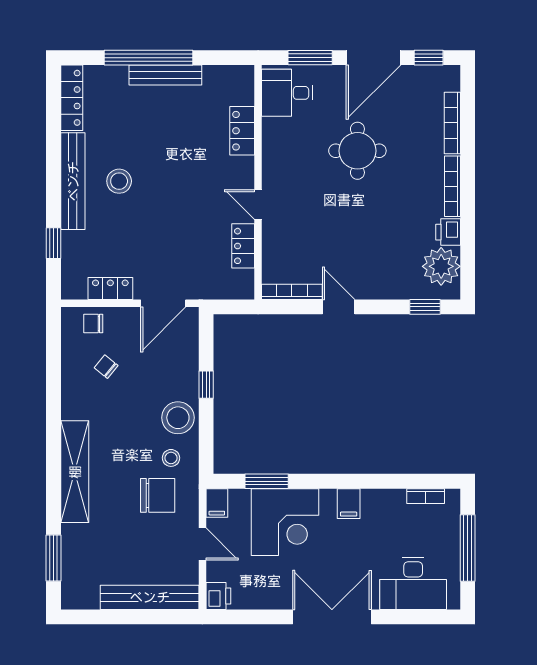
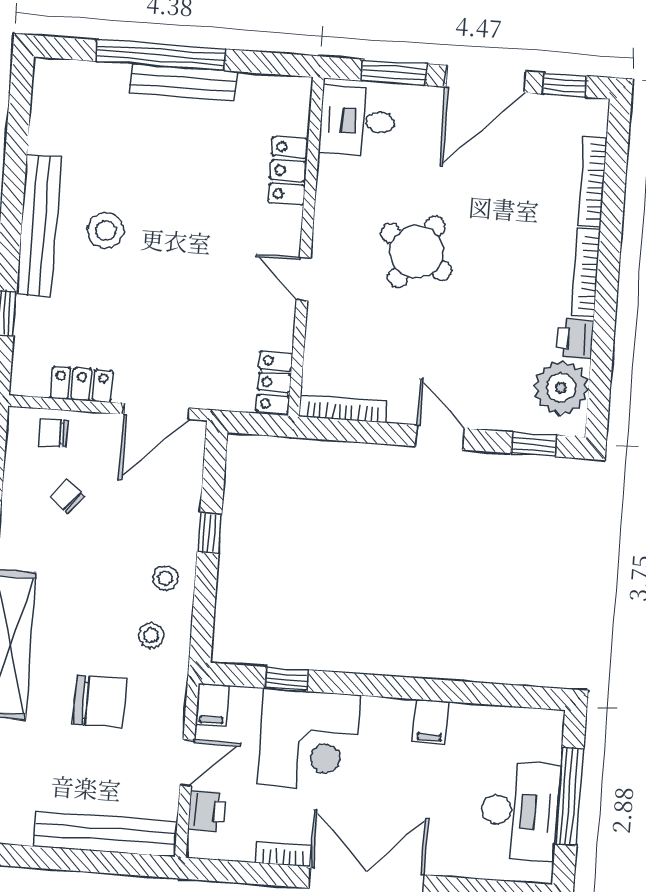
locker: (72, 98) -> (46, 105), removed
round table: (357, 151) -> (416, 252), moved, turned 32
locker: (243, 246) -> (274, 382), moved
door: (339, 307) -> (440, 437), moved
stool: (178, 418) -> (165, 578), width x0.53, depth x0.53
window: (267, 481) -> (287, 679), width x0.67
chair: (158, 495) -> (100, 702), moved
bookcase: (426, 496) -> (284, 854), moved, turned 180
filing cabinet: (349, 504) -> (430, 722), moved
door: (202, 544) -> (187, 763), hinge flipped
desk: (413, 583) -> (520, 811), moved, turned -90
printer: (218, 596) -> (207, 811), moved

